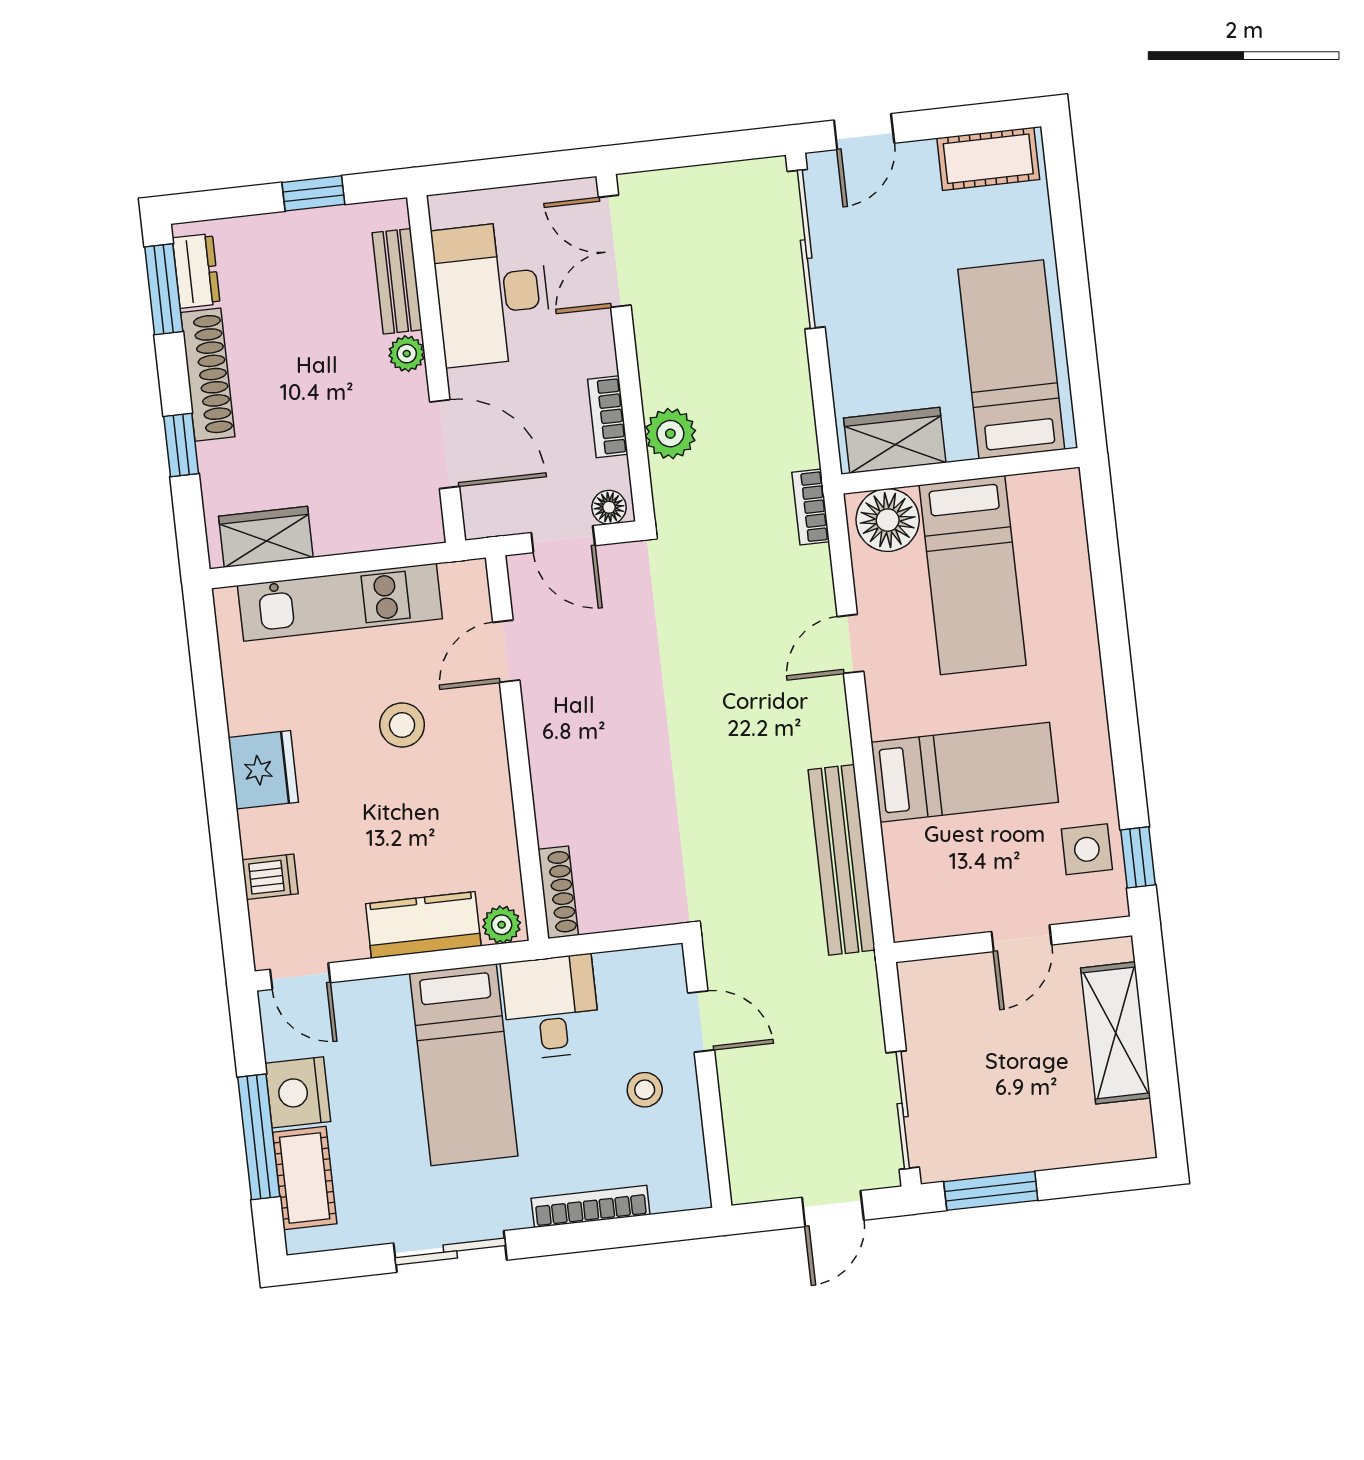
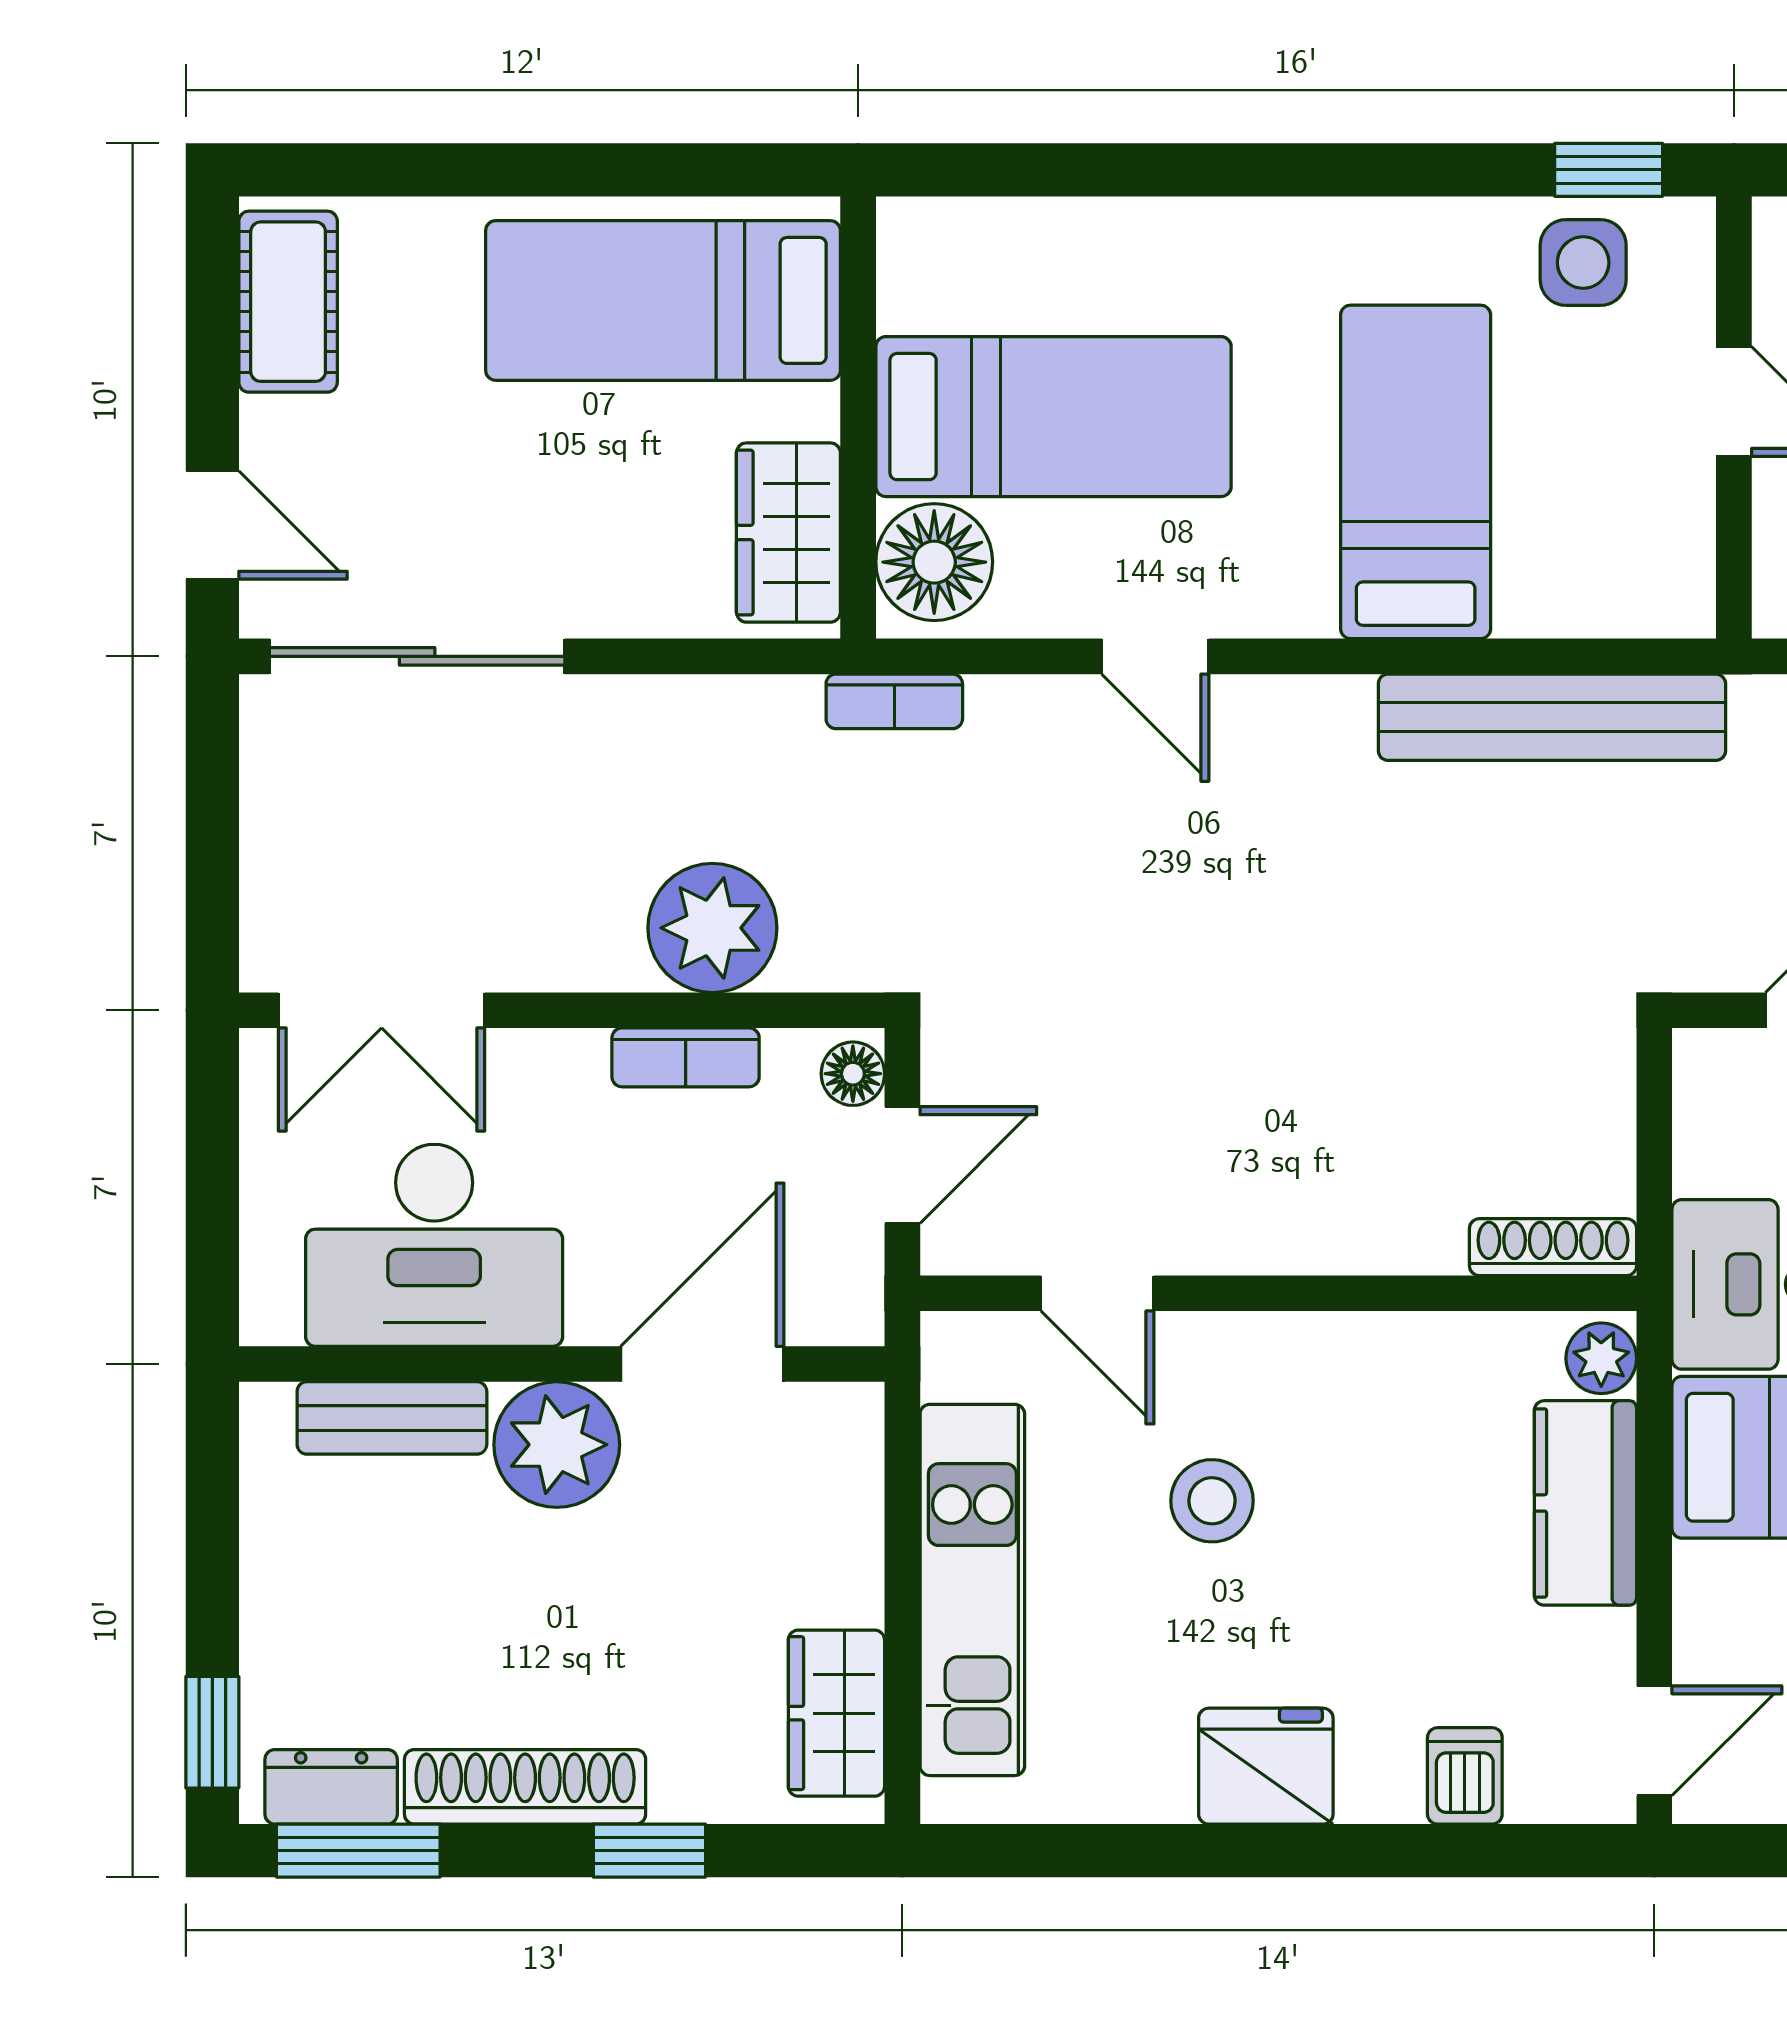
window: (313, 193) -> (212, 1732), moved
plant: (407, 354) -> (557, 1445), width x1.88, depth x1.88
plant: (670, 434) -> (712, 928), width x1.36, depth x1.36

